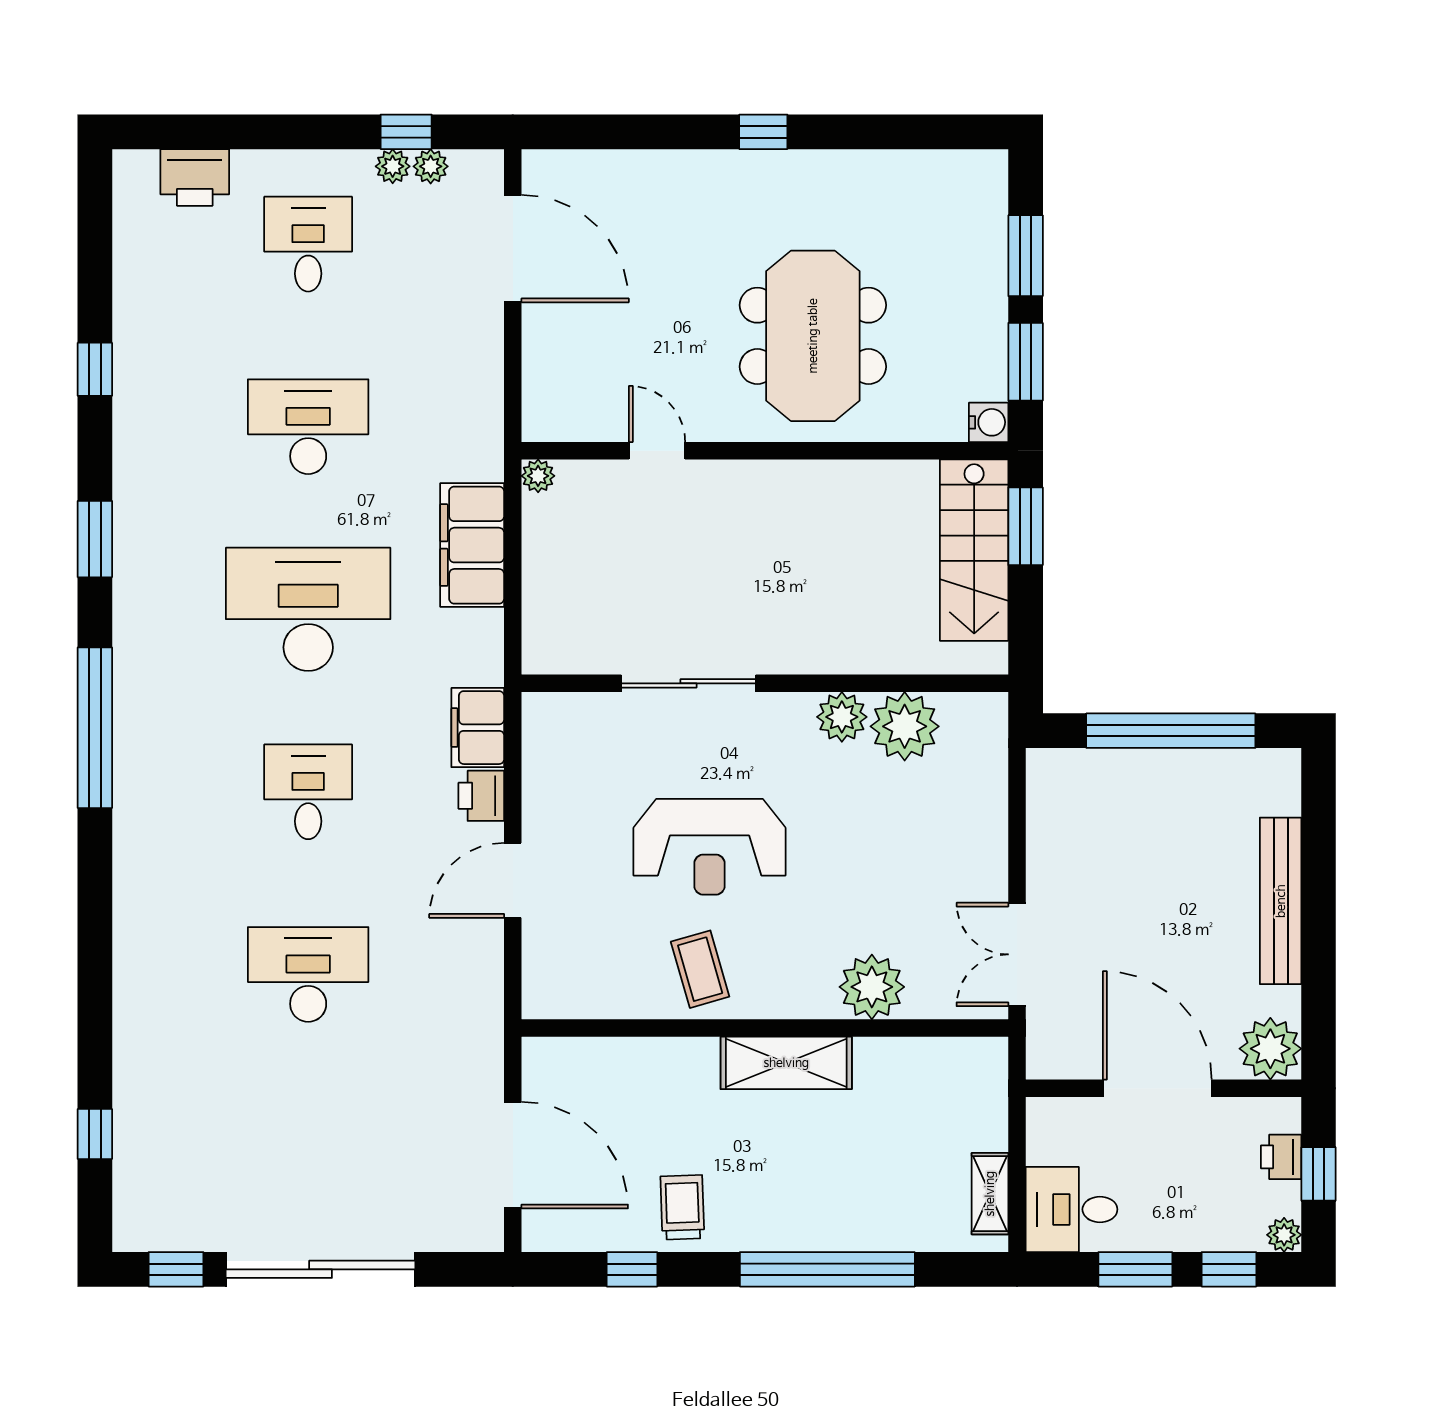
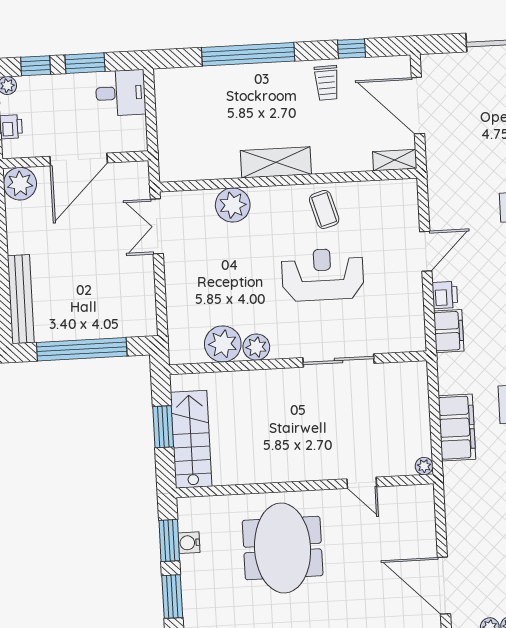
water cooler: (989, 422) -> (189, 543), moved
window: (1026, 526) -> (163, 427), moved
bench: (1281, 901) -> (21, 299), moved
double door: (1017, 954) -> (157, 226), swing flipped
door: (1157, 1088) -> (79, 160), hinge flipped
shelving: (990, 1194) -> (395, 160), moved, turned 90

